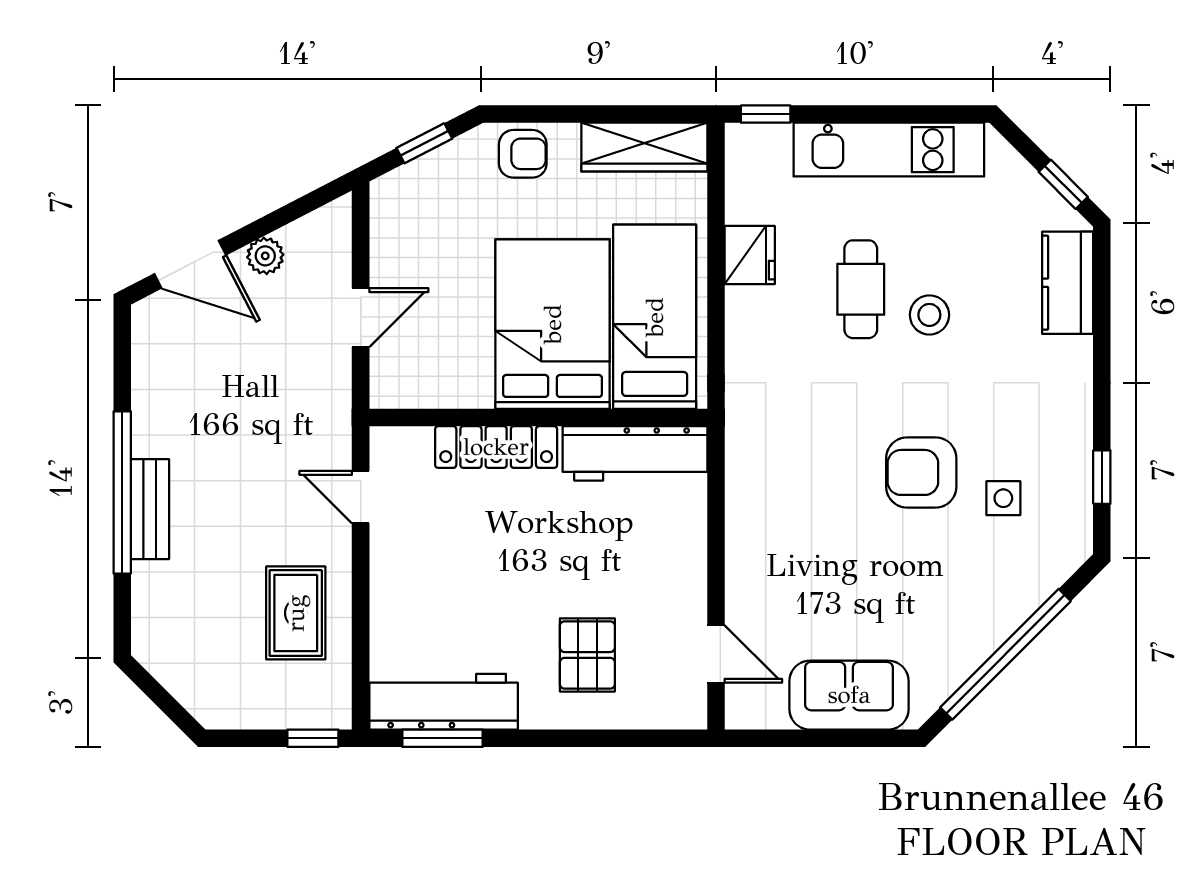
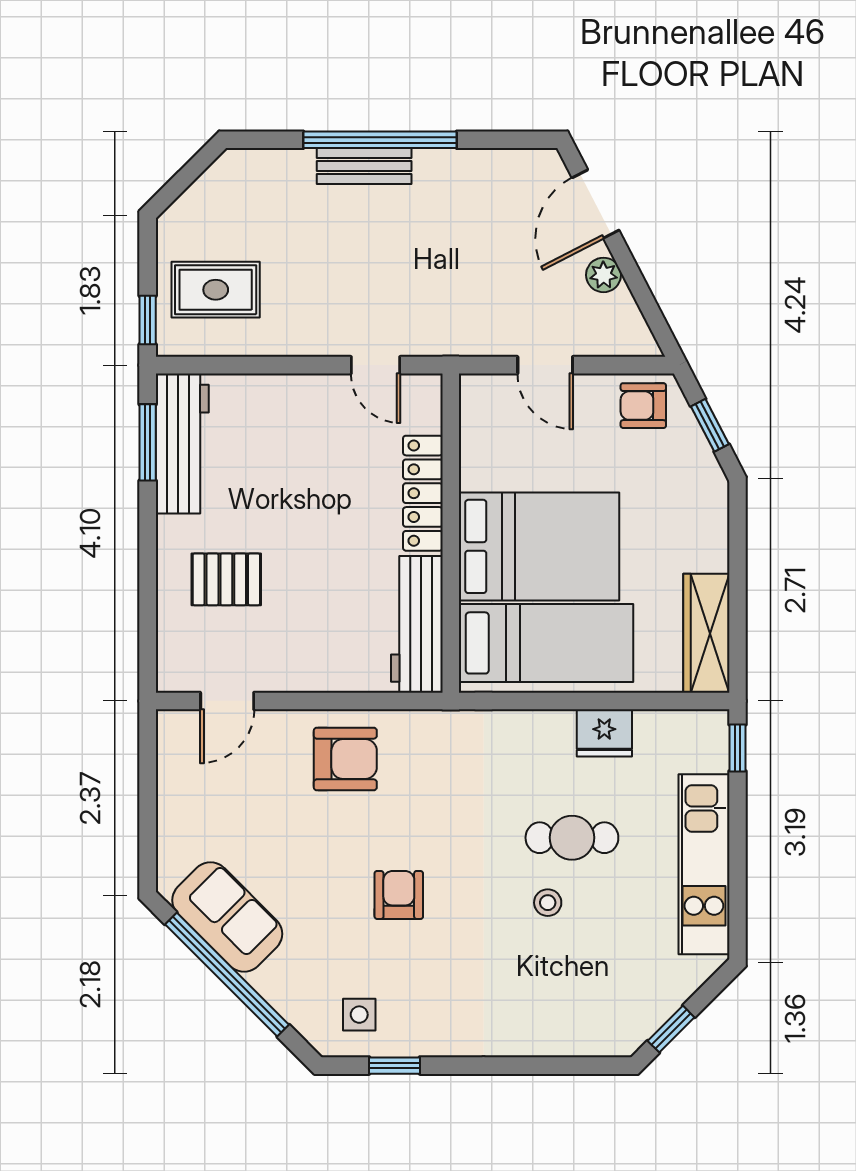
armchair: (523, 154) -> (643, 406), moved, turned 90
kitchen counter: (1068, 283) -> (578, 1033), removed
stool: (929, 315) -> (548, 903), width x0.73, depth x0.73
armchair: (921, 472) -> (399, 895), width x0.72, depth x0.72
door: (361, 497) -> (375, 365), swing flipped
side table: (1003, 498) -> (359, 1015), moved
armchair: (777, 529) -> (345, 759), added
rug: (296, 613) -> (216, 290), moved
sofa: (849, 695) -> (227, 917), moved, turned -45

